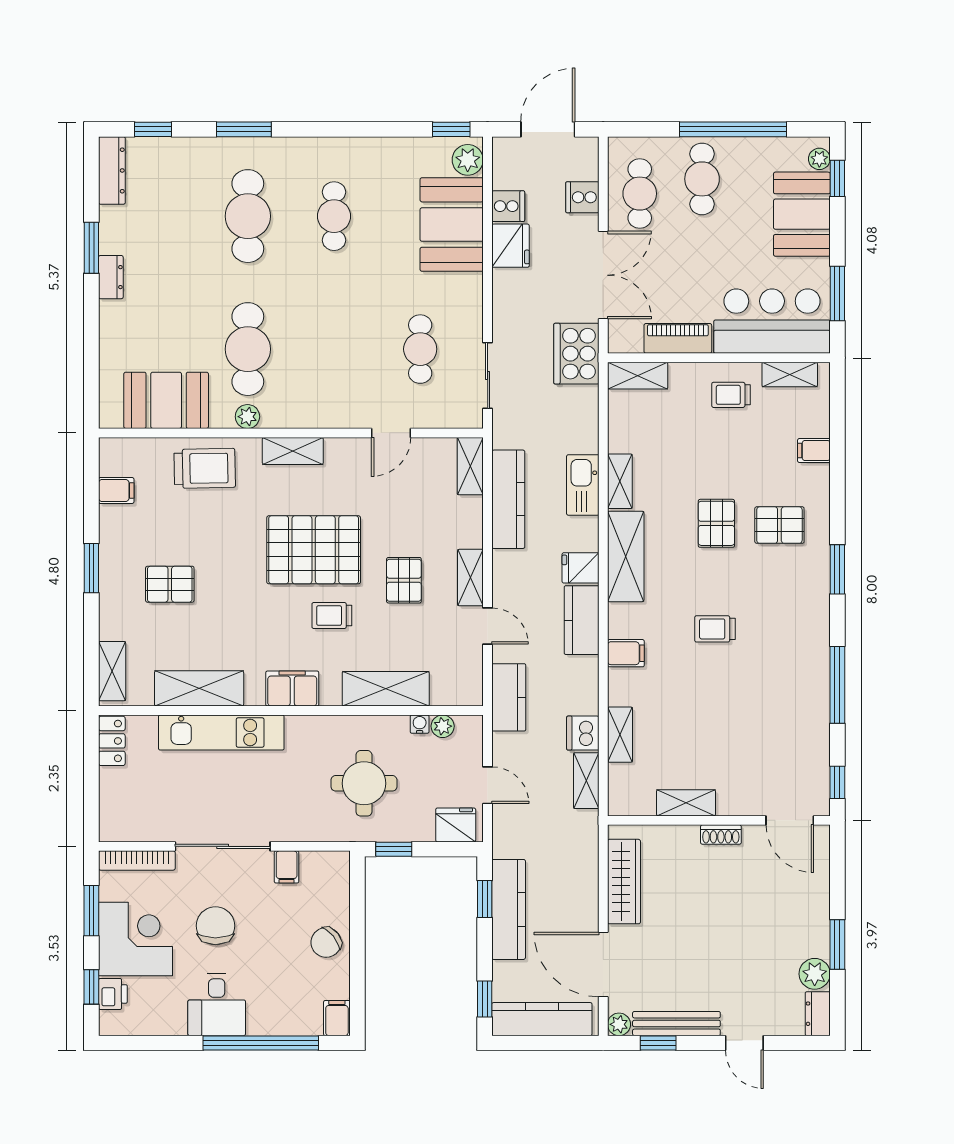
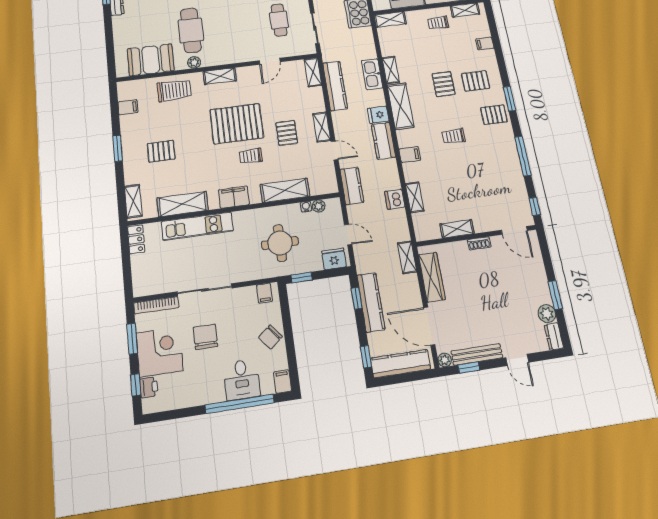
pallet: (800, 597) -> (494, 115), added
shelving: (586, 781) -> (407, 257), moved
filing cabinet: (287, 867) -> (264, 293), moved
desk: (217, 1005) -> (242, 380), moved

